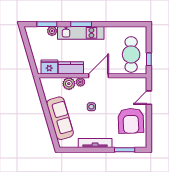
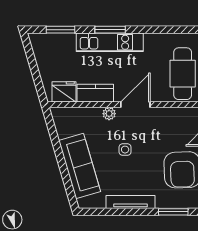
plant: (52, 31) -> (68, 40), removed
plant: (69, 84) -> (92, 116), removed

